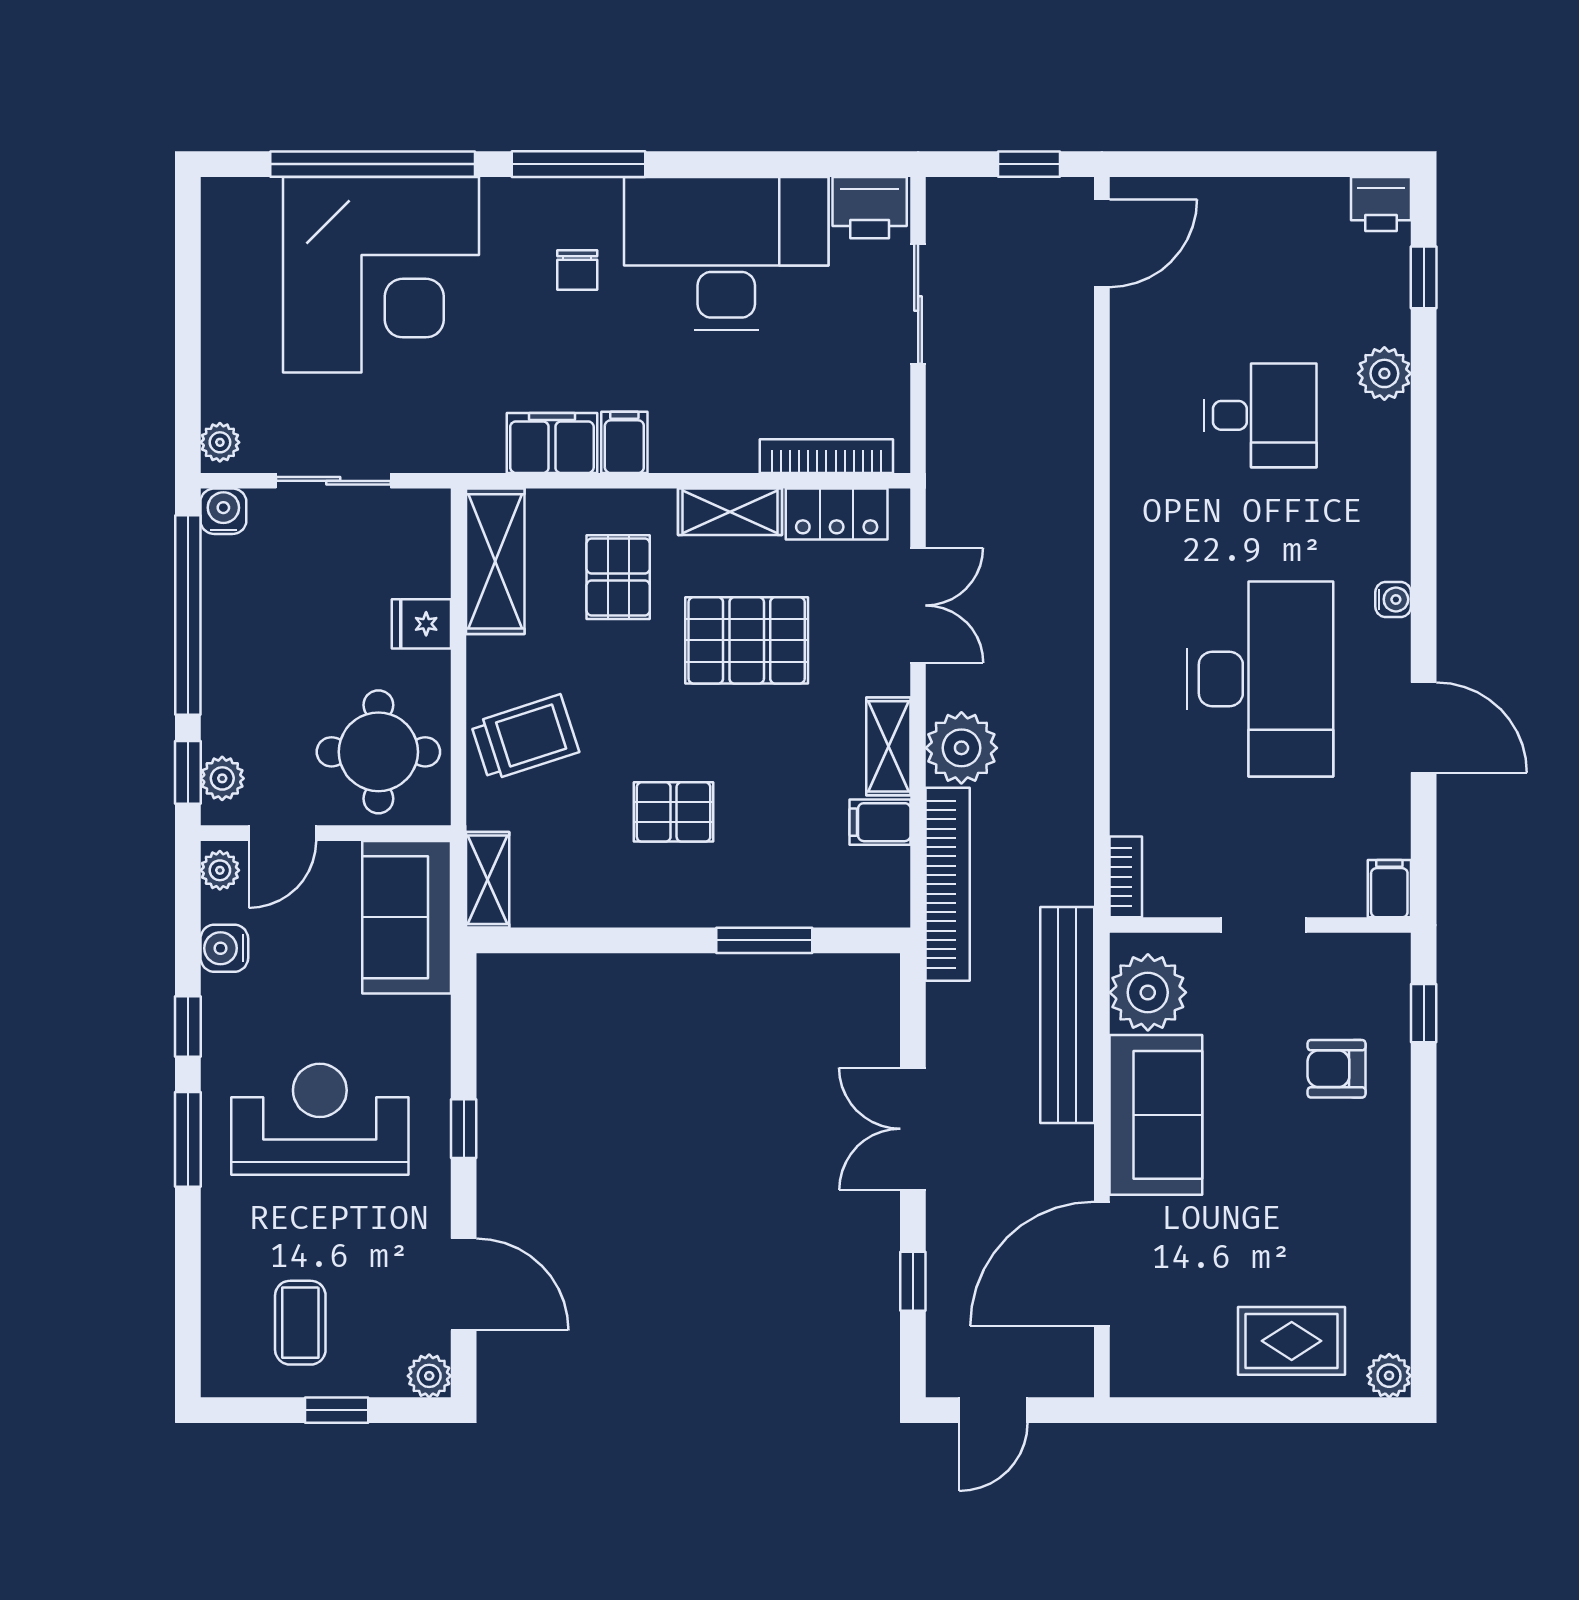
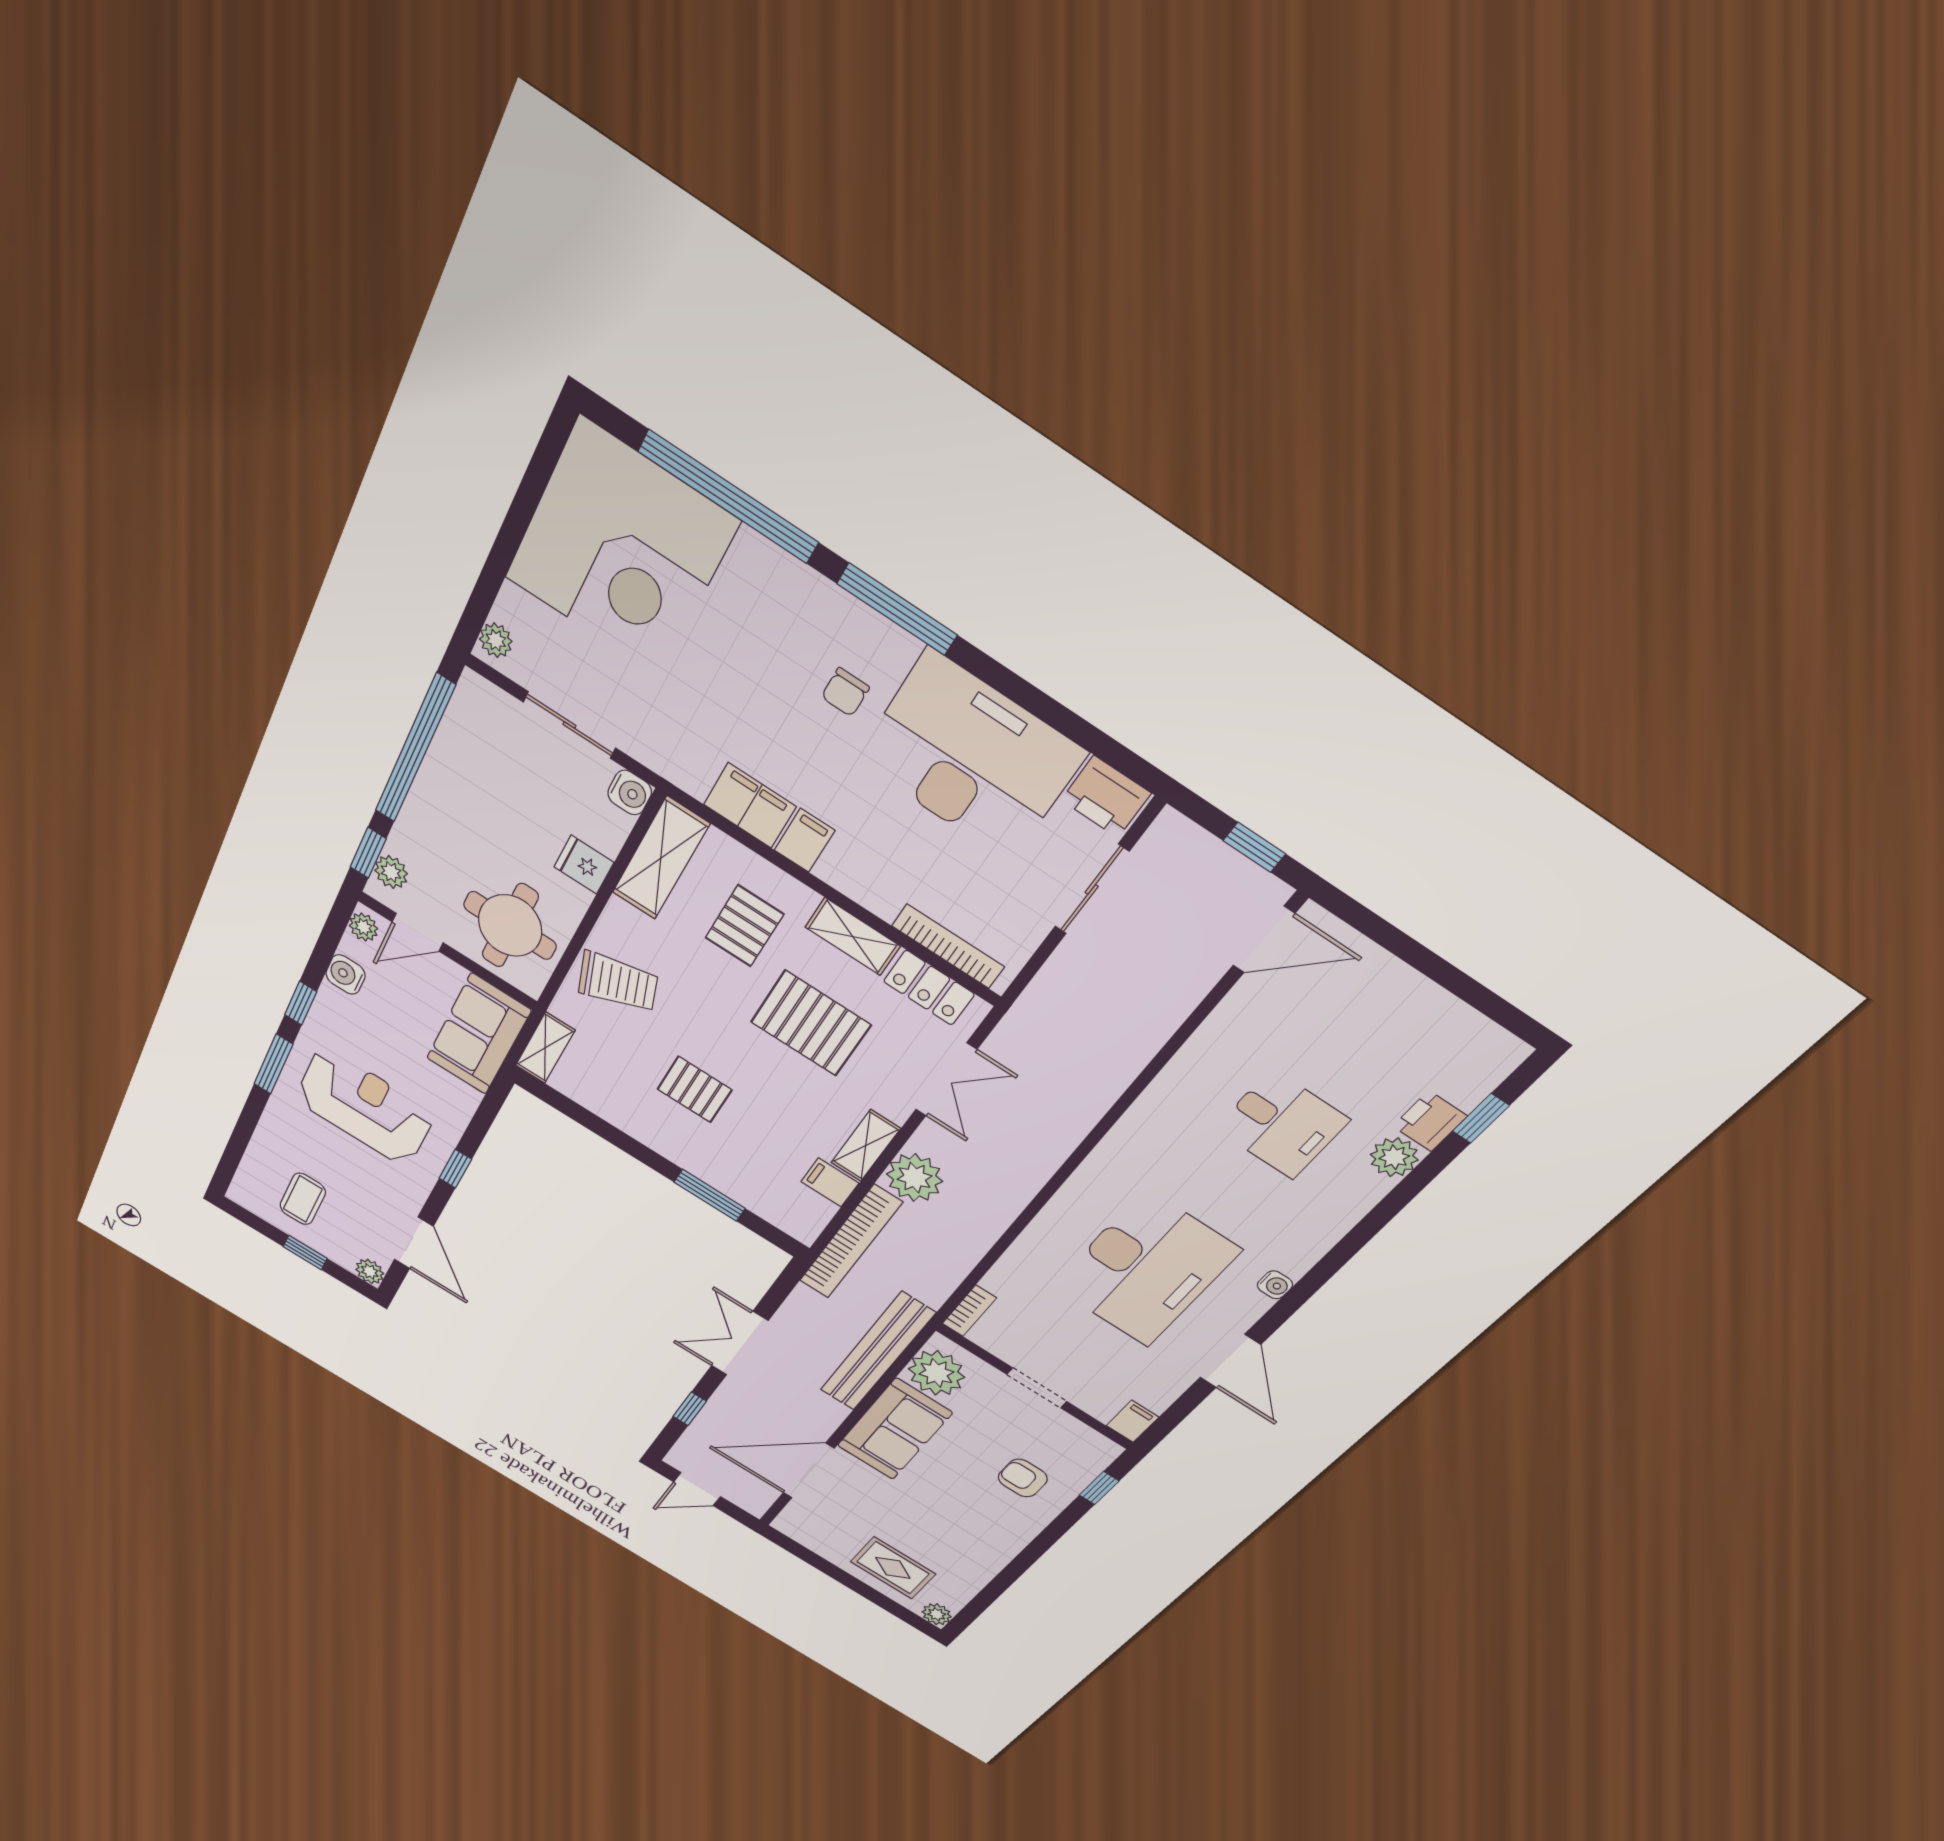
printer: (1381, 204) -> (1430, 1121), moved, turned 90
corner desk: (381, 275) -> (621, 549), moved
water cooler: (223, 511) -> (630, 793), moved, turned 90

